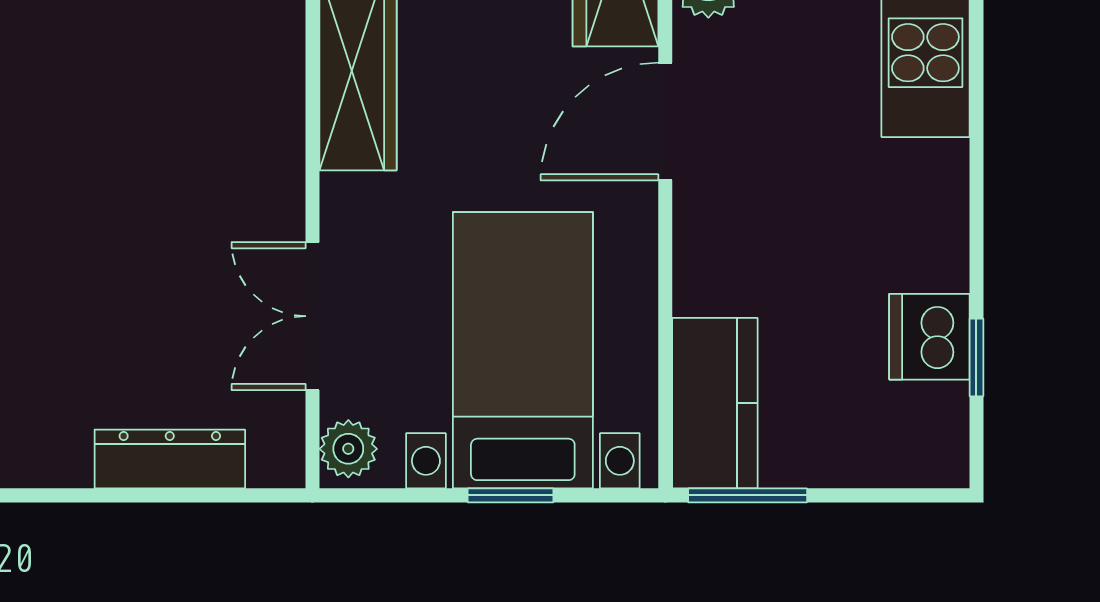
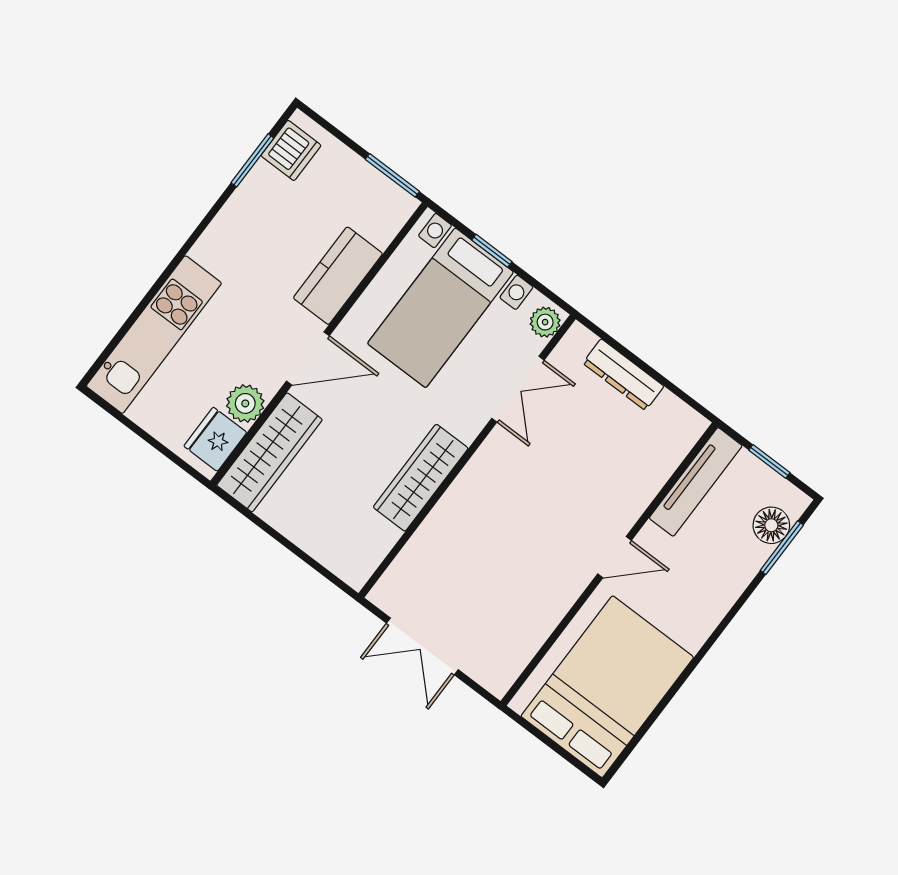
dishwasher: (929, 337) -> (291, 150), moved
window: (976, 357) -> (252, 160), width x1.50
kitchen counter: (715, 403) -> (338, 276), moved

